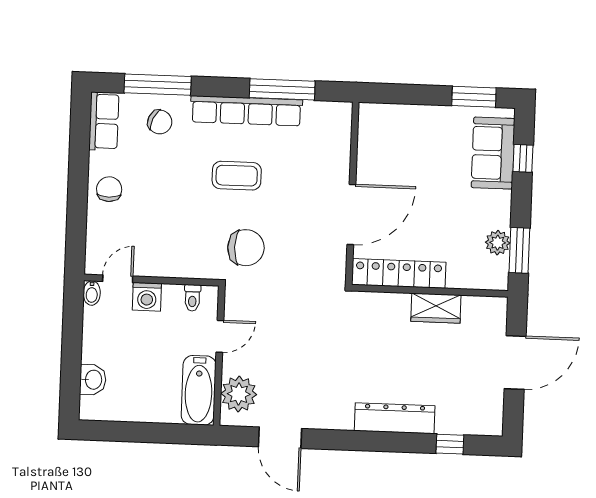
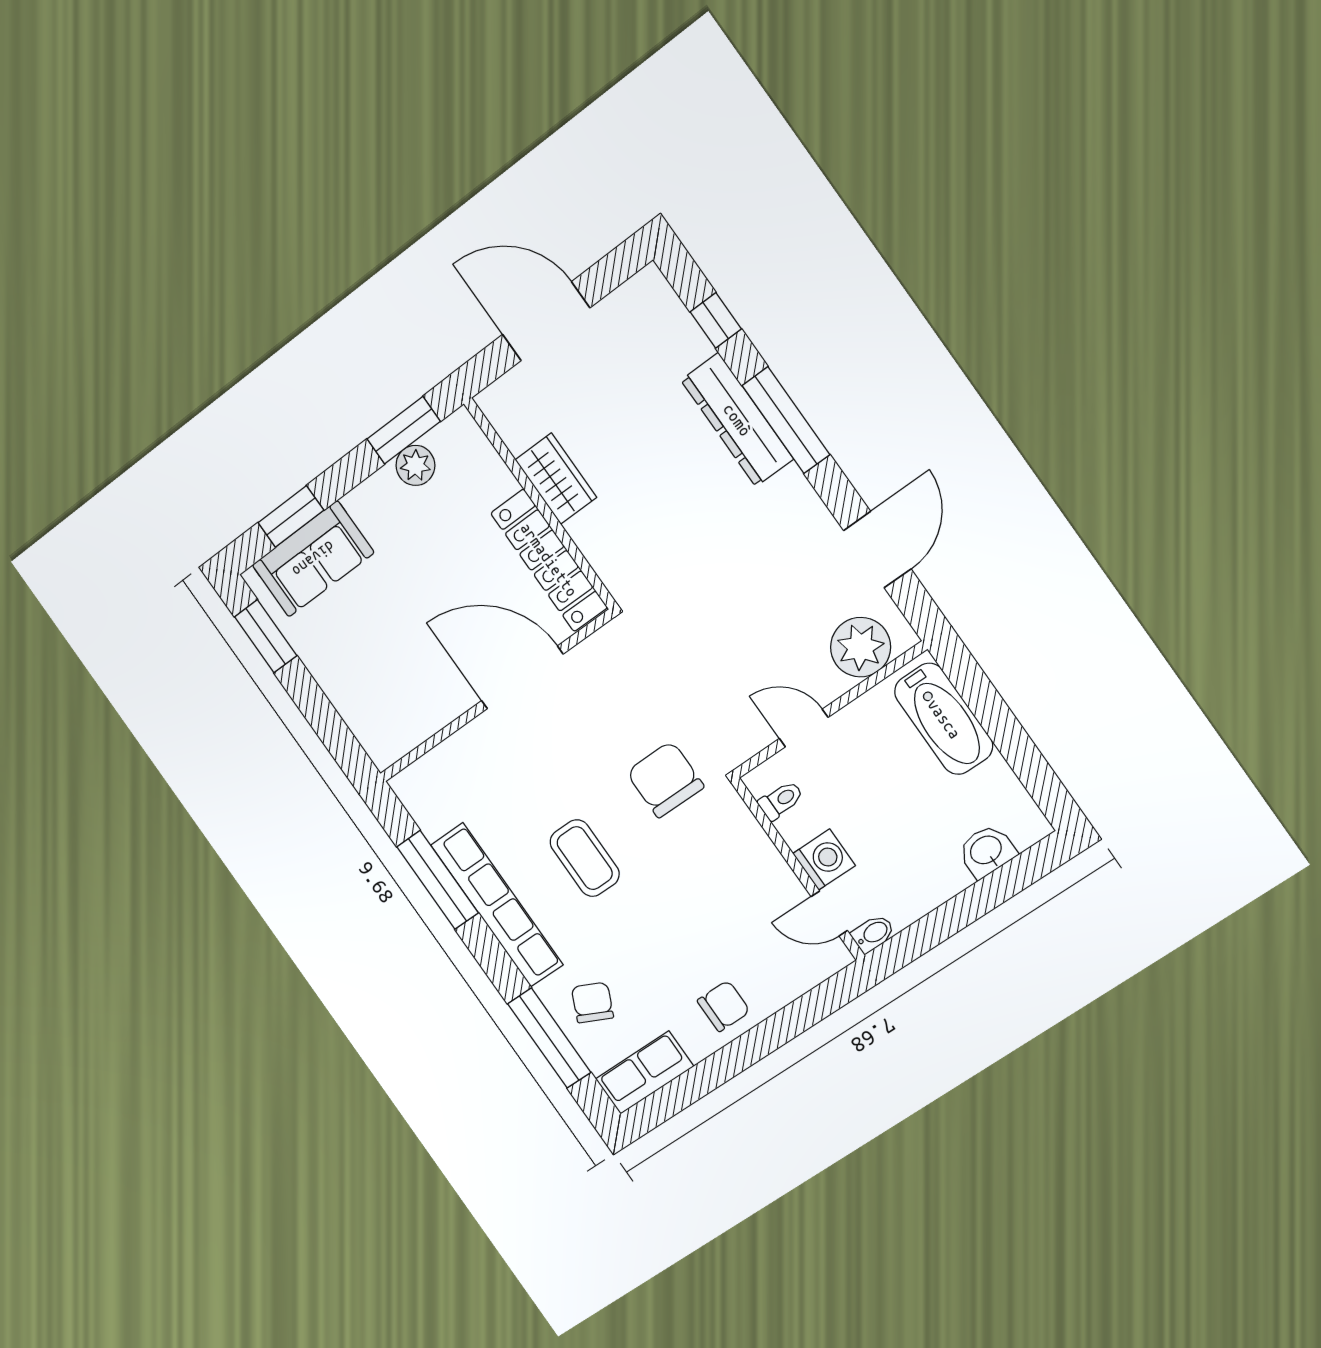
window: (523, 158) -> (291, 516), width x1.50
chair: (109, 189) -> (724, 1006), turned 180
bathtub: (199, 390) -> (944, 719), moved, turned 90
window: (376, 441) -> (786, 420), added

